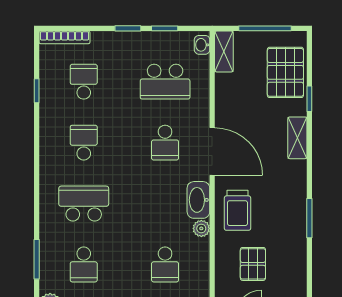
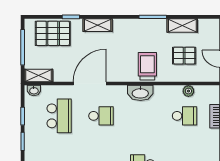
door: (212, 152) -> (90, 84), moved
trolley: (237, 210) -> (147, 66), turned -90
plant: (201, 228) -> (188, 91), moved
shelving: (297, 261) -> (182, 25), added

